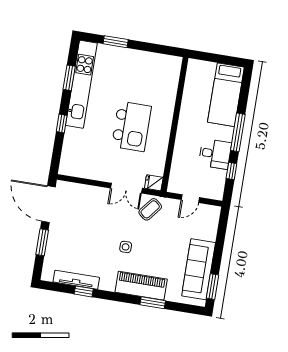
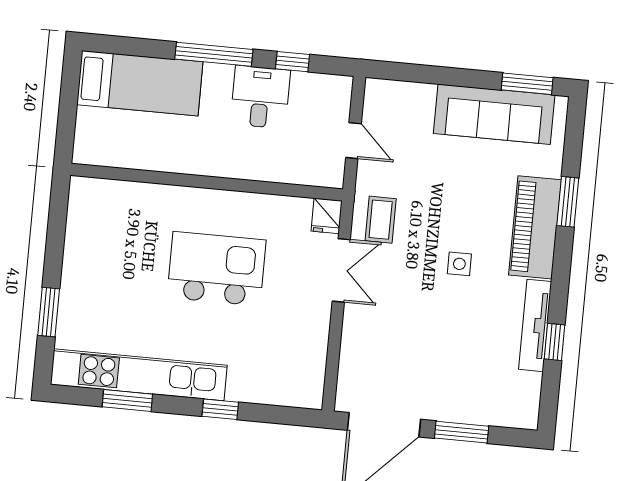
coffee table: (150, 209) -> (381, 220), turned 51
tv unit: (76, 280) -> (535, 325), moved

